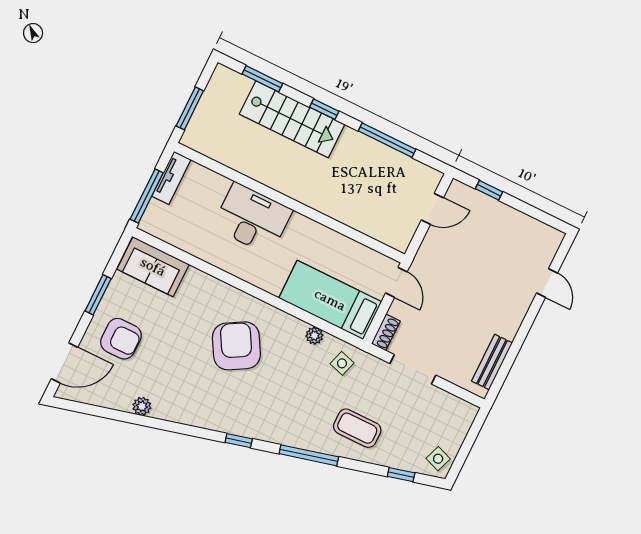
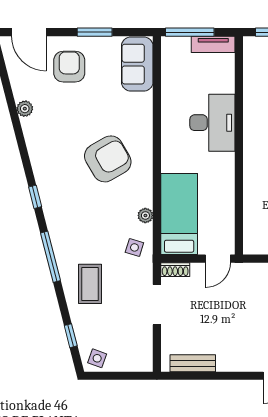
armchair: (121, 339) -> (69, 67), turned 180

